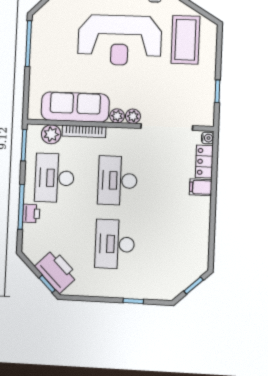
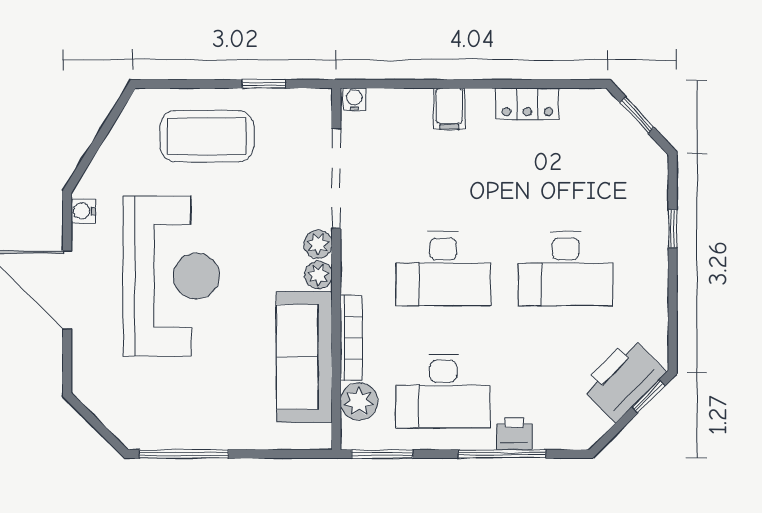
coffee table: (185, 40) -> (207, 136), moved
locker: (204, 162) -> (527, 104), moved

